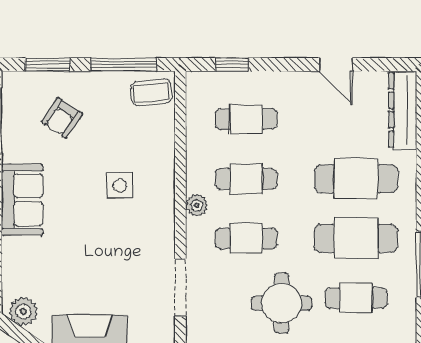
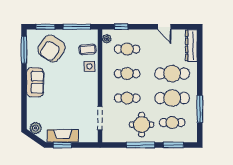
coffee table: (151, 92) -> (88, 49), moved
armchair: (62, 118) -> (51, 49), width x1.88, depth x1.88
side table: (120, 186) -> (89, 66), moved
plant: (197, 205) -> (107, 39), moved

